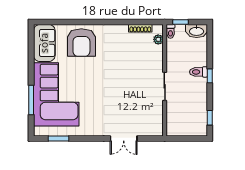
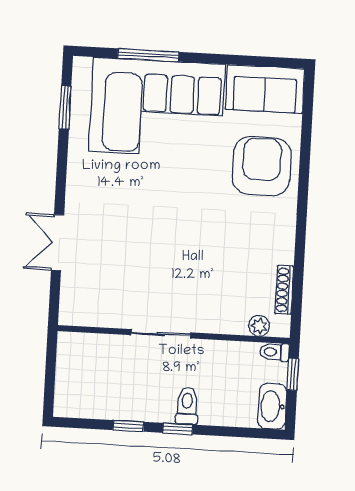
armchair: (81, 43) -> (262, 166), turned 90
window: (210, 118) -> (128, 426), moved

